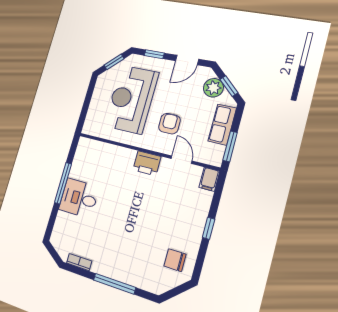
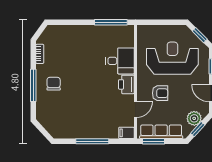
row of seats: (222, 125) -> (161, 132), width x1.48
window: (63, 183) -> (111, 22), moved
desk: (79, 198) -> (120, 61), moved, turned 90
window: (209, 228) -> (92, 141), width x2.17
chair: (175, 260) -> (54, 84), moved

